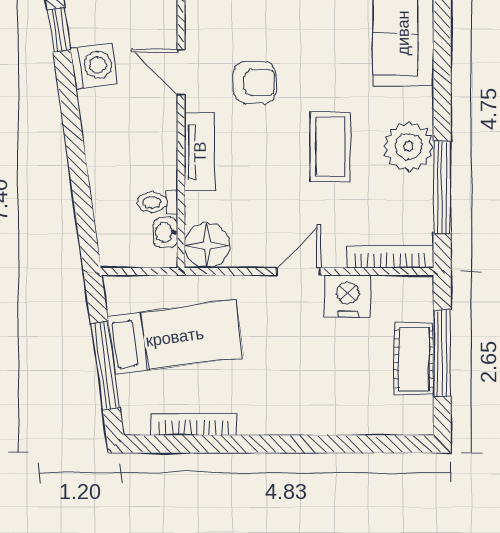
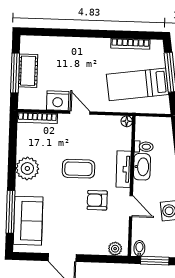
coffee table: (330, 147) -> (78, 169), moved, turned 90
window: (442, 187) -> (10, 212), moved
washbasin: (165, 232) -> (142, 167), moved, width x1.91, depth x1.45
floor lamp: (207, 246) -> (127, 121), width x0.53, depth x0.53
door: (298, 272) -> (80, 113), swing flipped

